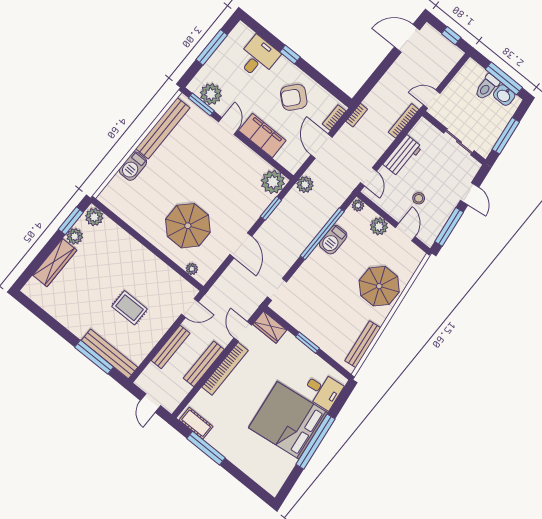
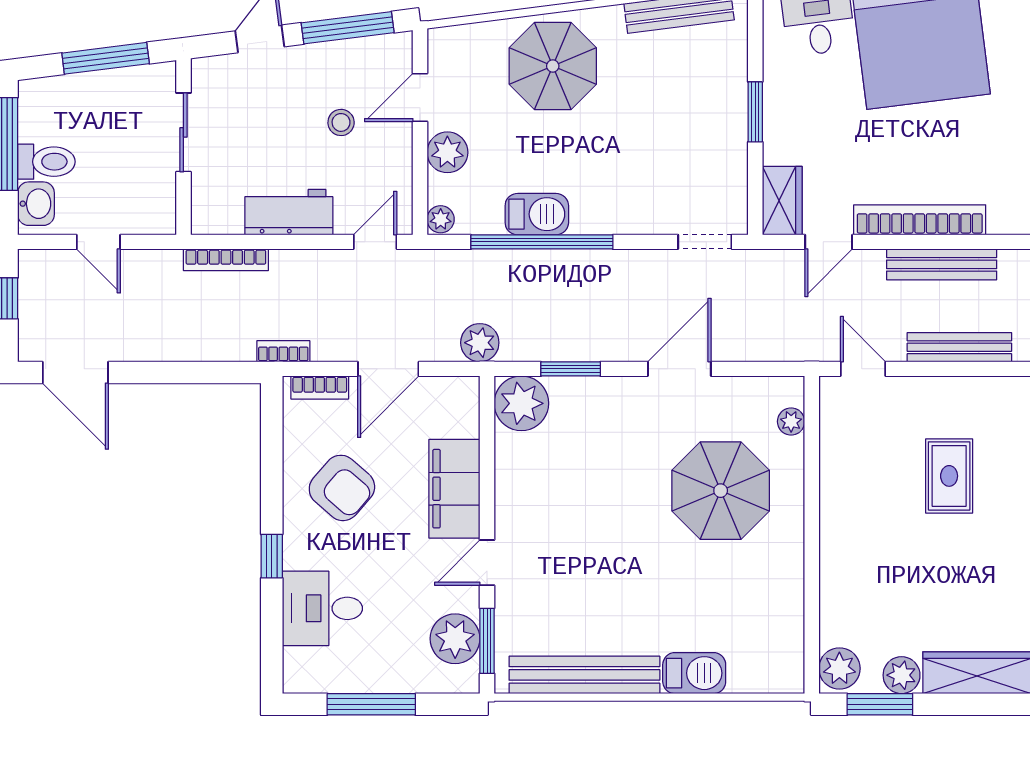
washbasin: (504, 95) -> (36, 204), moved
door: (432, 99) -> (98, 242), moved

